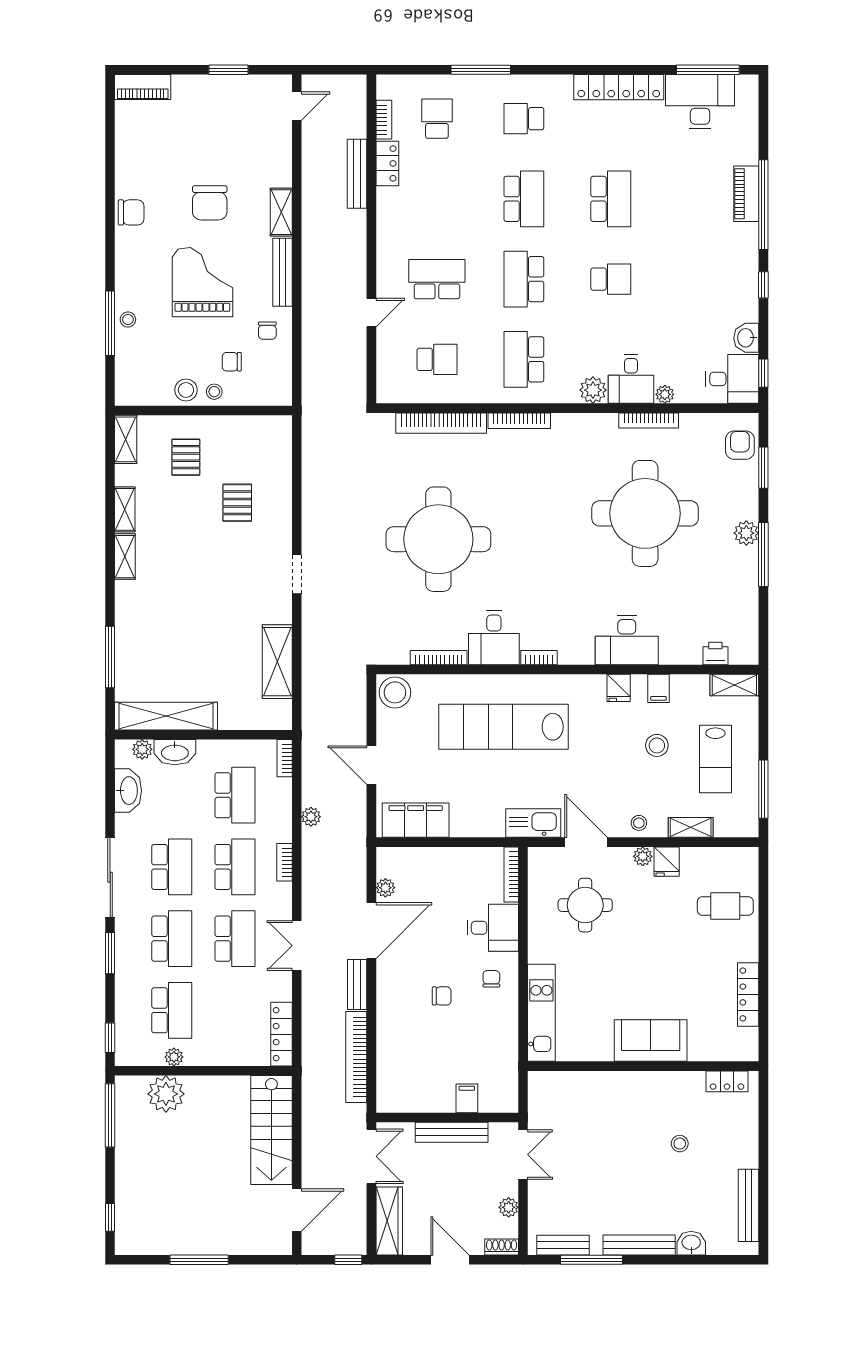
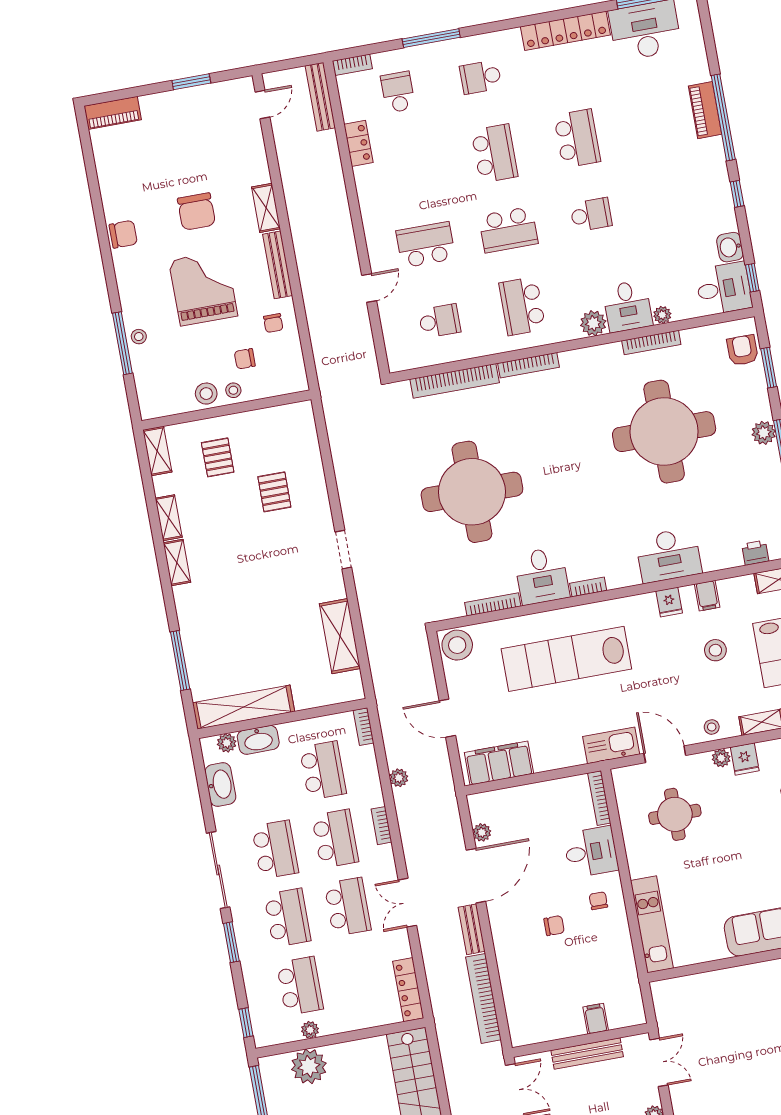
bookcase: (384, 120) -> (352, 65), moved, turned 90
bench: (357, 174) -> (320, 97), moved
school desk: (524, 279) -> (508, 230), turned -90

